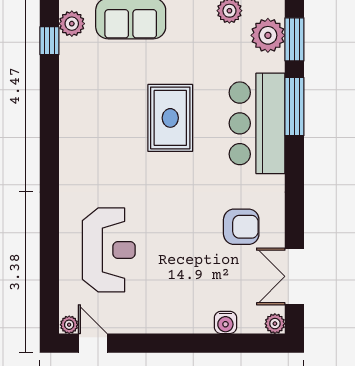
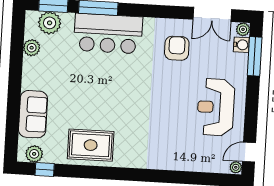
rug: (170, 118) -> (91, 145), moved
reception desk: (109, 250) -> (216, 107), moved, turned -90
water cooler: (225, 322) -> (241, 45), moved
window: (236, 343) -> (255, 56), added

